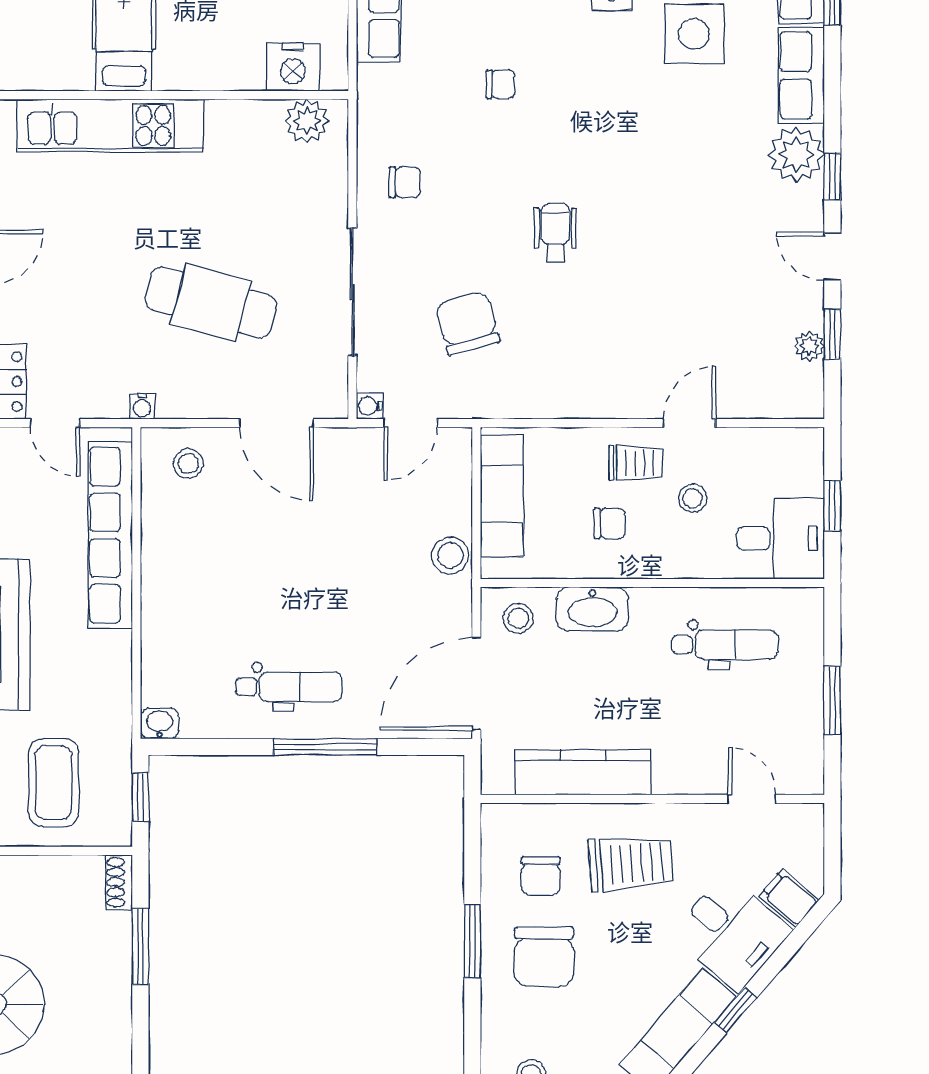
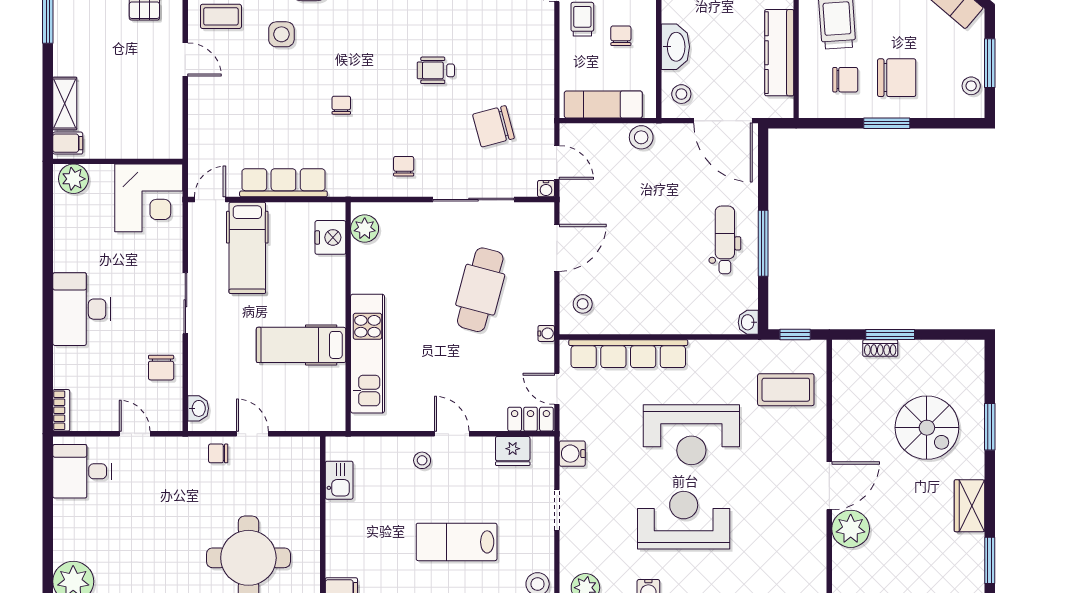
door: (55, 423) -> (557, 389), swing flipped
window: (325, 747) -> (763, 243), moved
shoe rack: (119, 882) -> (880, 348), moved

